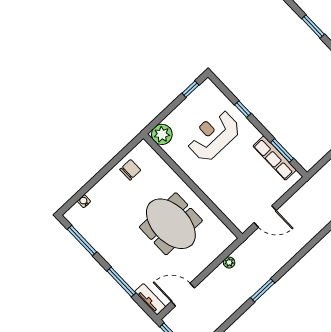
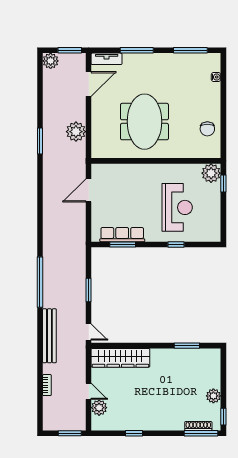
window: (190, 89) -> (223, 183), moved
meeting table: (171, 224) -> (144, 122), turned 90
plant: (229, 263) -> (76, 132), width x1.87, depth x1.87

